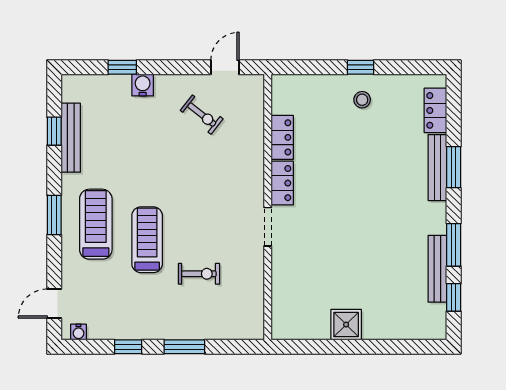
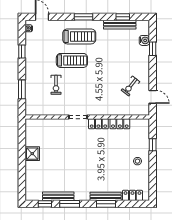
window: (361, 67) -> (153, 145), moved
water cooler: (143, 85) -> (144, 40), moved
window: (184, 347) -> (22, 89), moved

